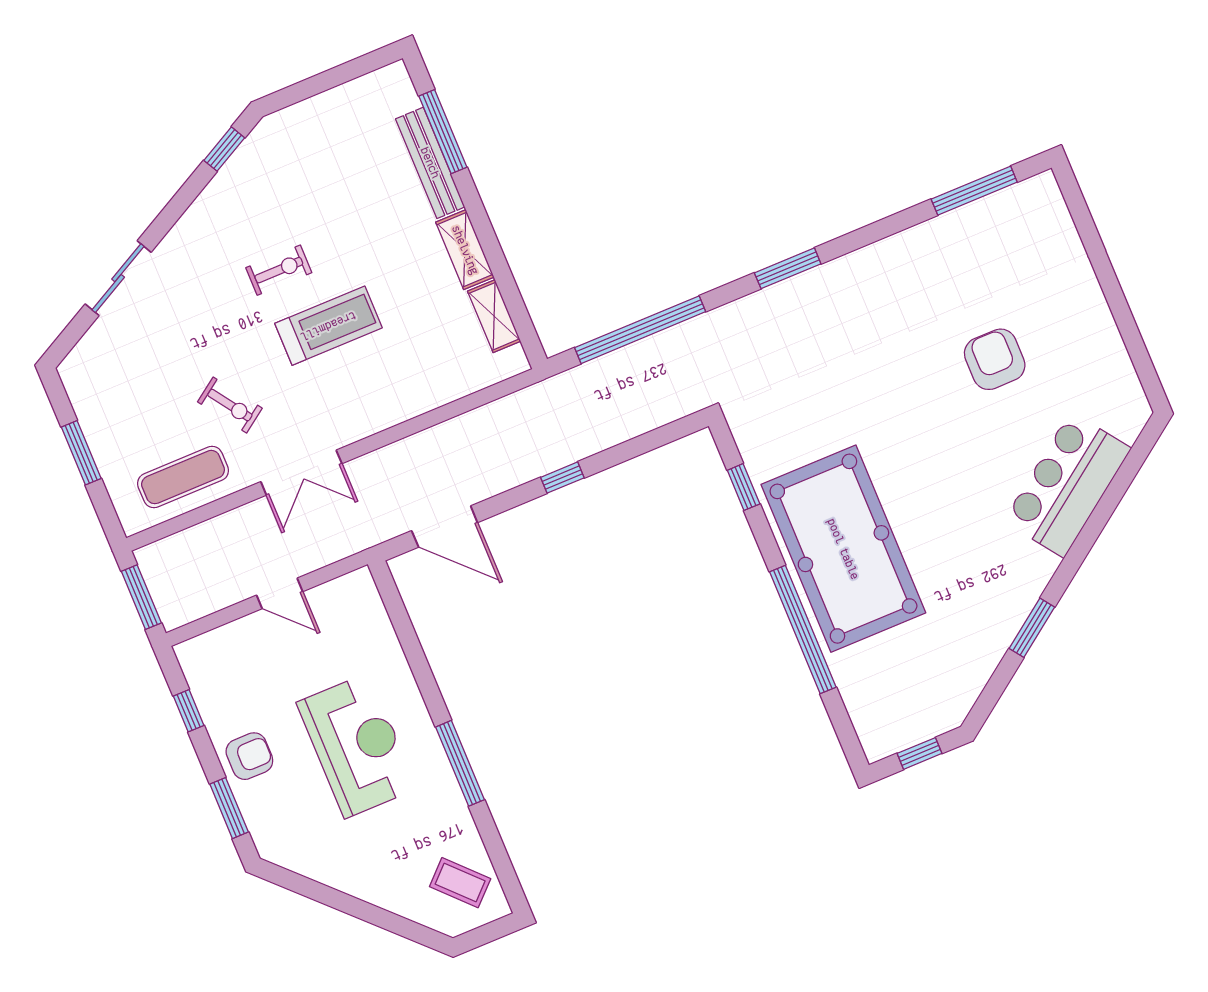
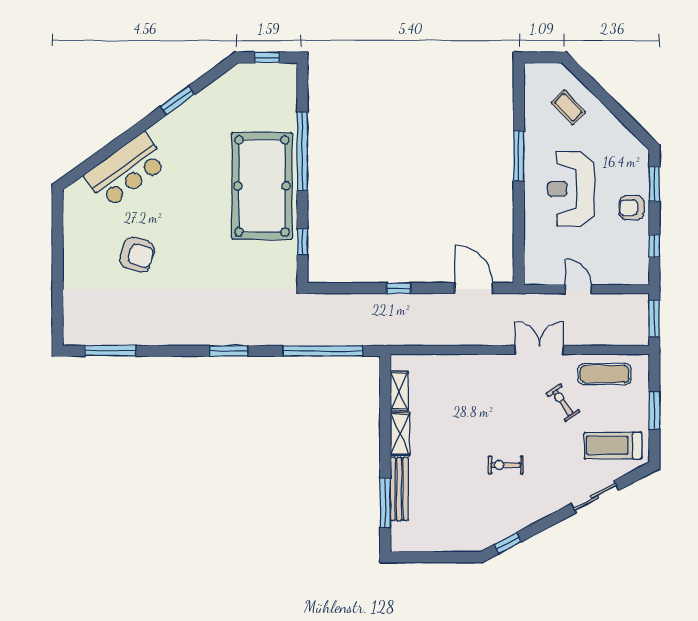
treadmill: (328, 326) -> (613, 445), moved
armchair: (995, 359) -> (137, 255), turned -74
coffee table: (460, 883) -> (568, 107), moved

